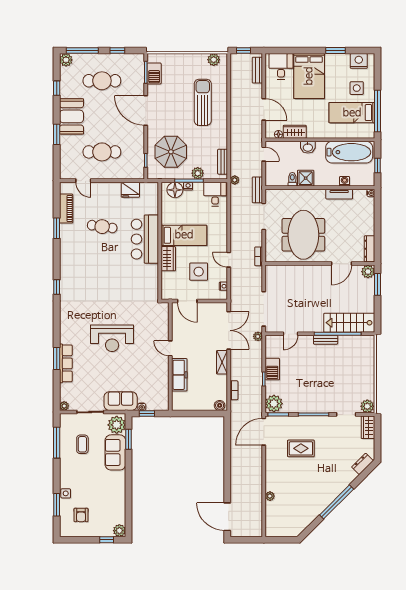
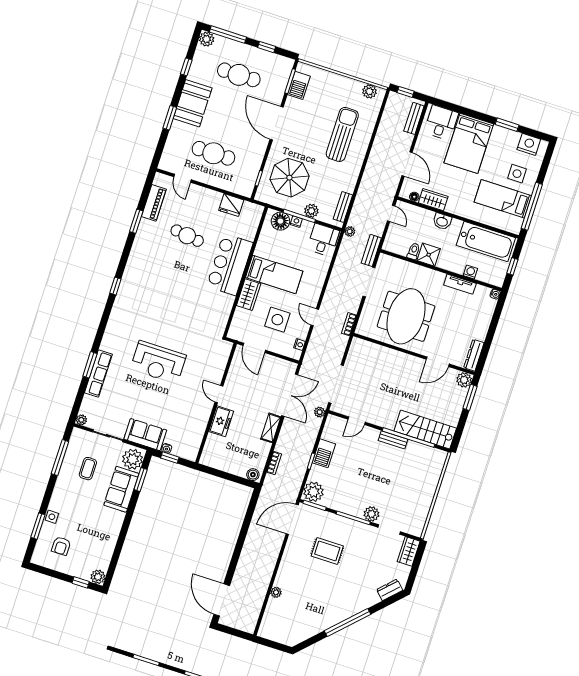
freezer: (179, 375) -> (221, 421), width x0.71
plant: (367, 406) -> (371, 514), moved

